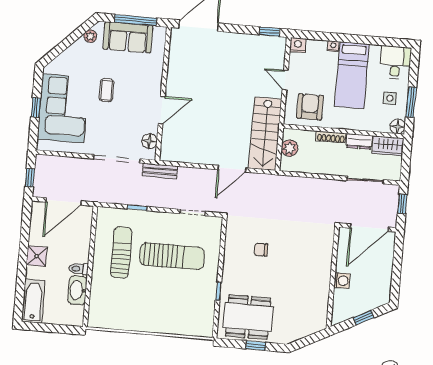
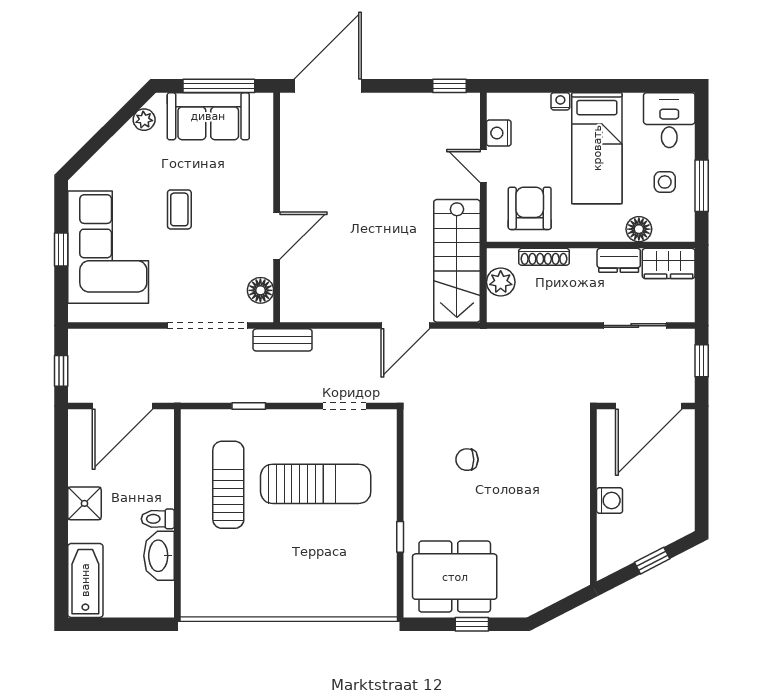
nightstand: (298, 45) -> (499, 133), moved, turned -90
floor lamp: (398, 126) -> (639, 229), moved
shoe rack: (331, 137) -> (544, 257), moved

